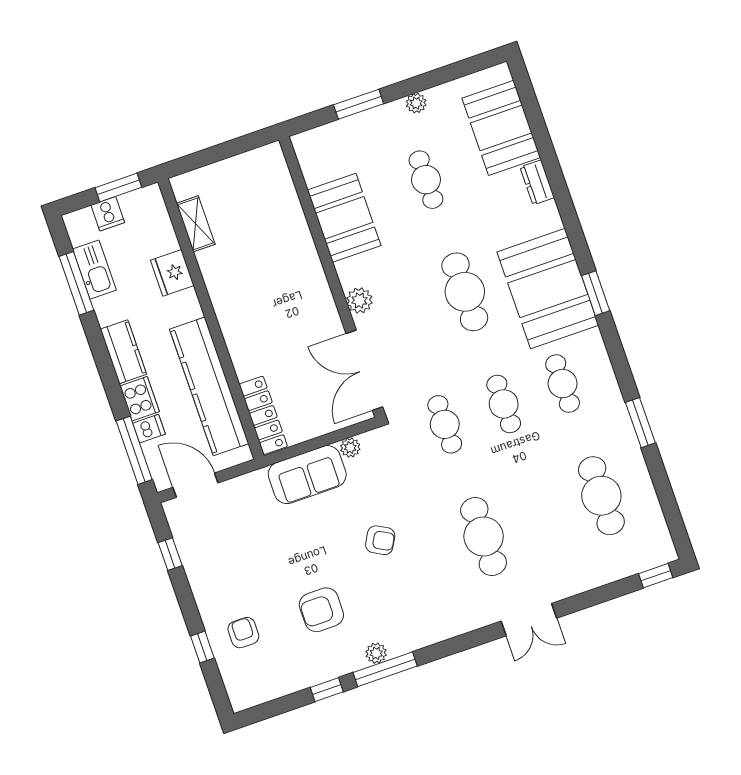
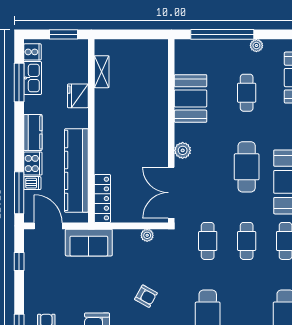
window: (359, 104) -> (222, 34), width x2.11
cooker: (108, 214) -> (32, 52), moved, turned -90
sofa: (307, 475) -> (89, 243), moved

